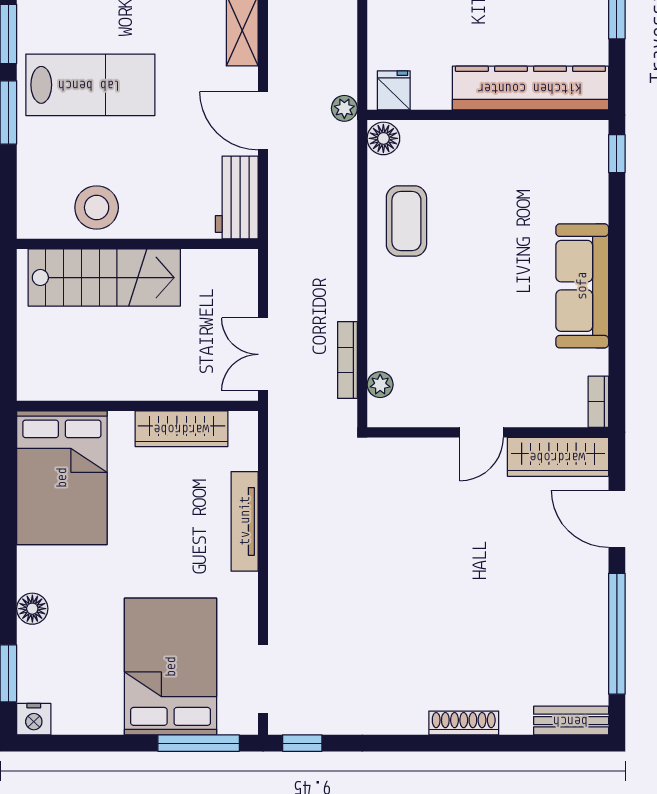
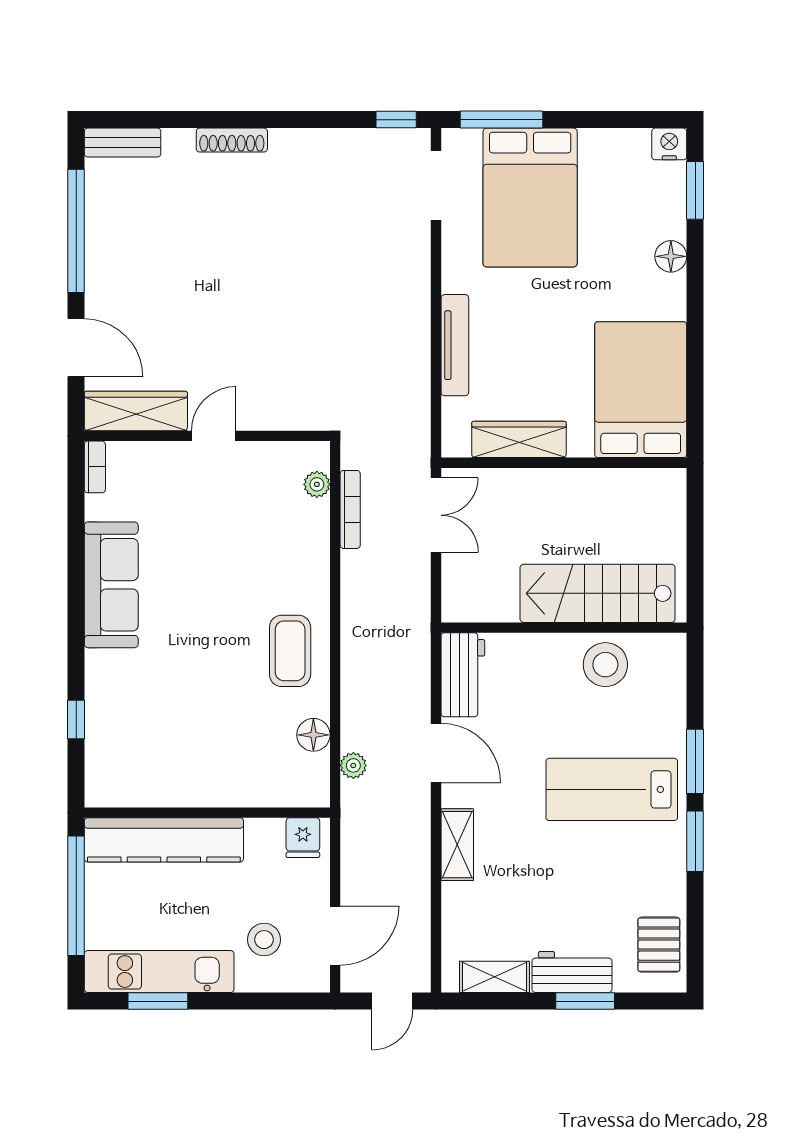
kitchen counter: (530, 88) -> (164, 840), moved
fridge: (394, 90) -> (303, 838), moved
wall: (488, 115) -> (207, 813), moved

